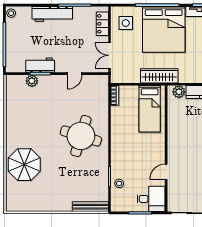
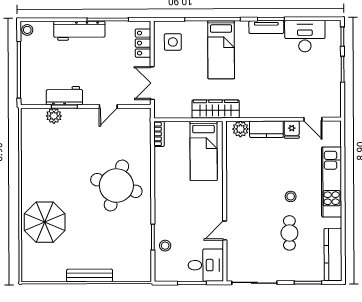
bed: (164, 29) -> (221, 50), width x0.49
bench: (90, 207) -> (90, 275), moved

